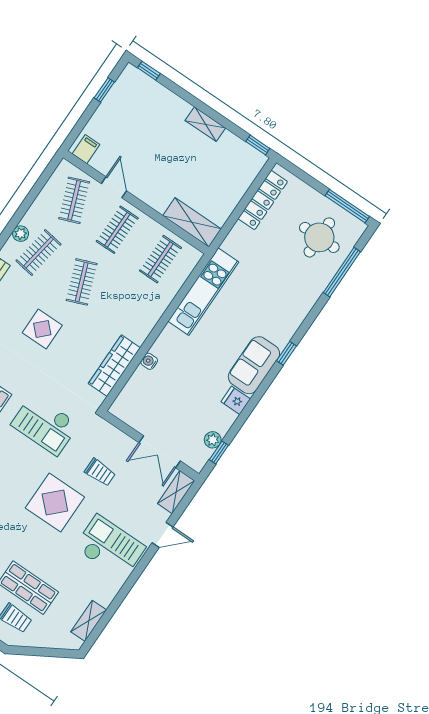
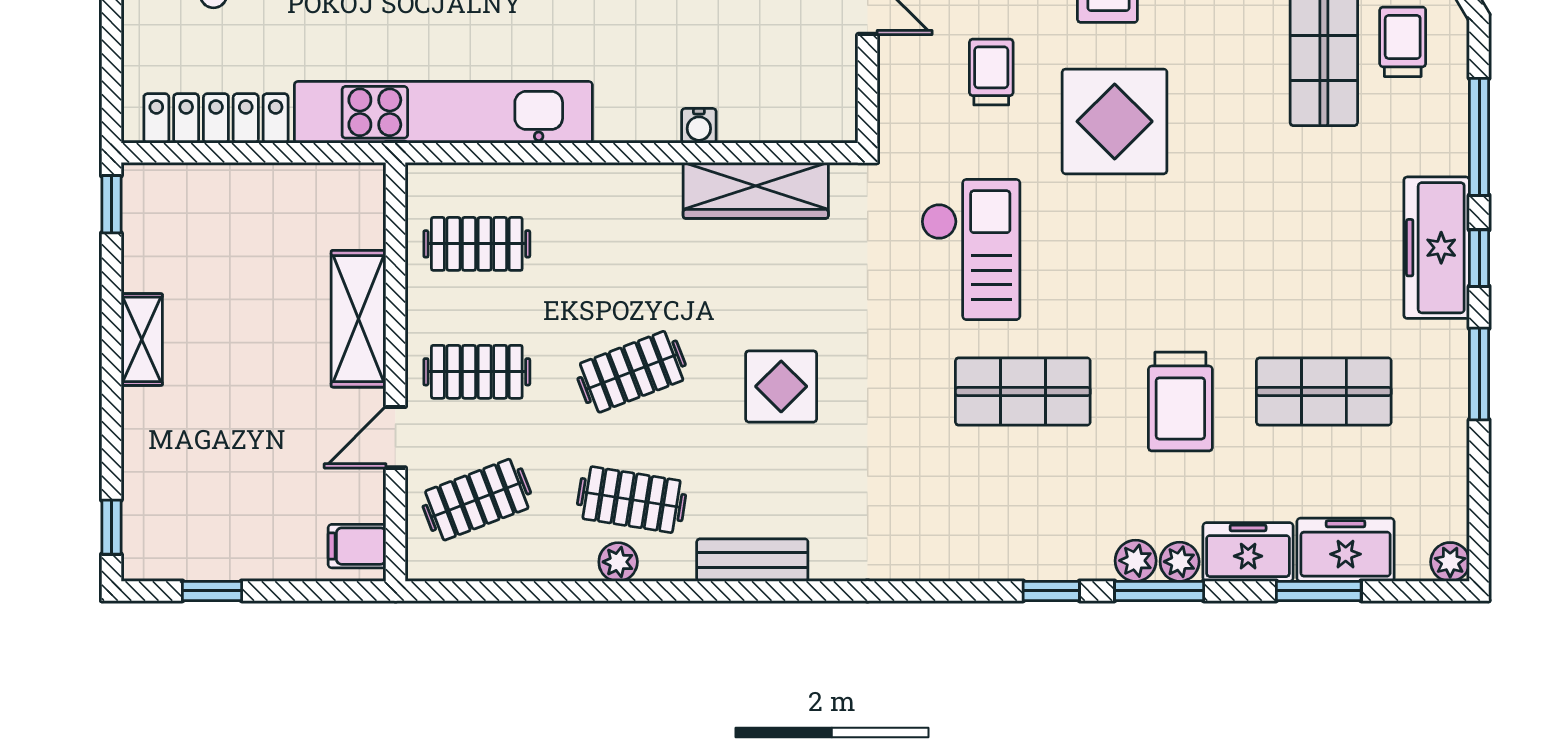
shelving: (192, 222) -> (359, 319), moved
kitchen unit: (203, 292) -> (443, 112), width x1.36

